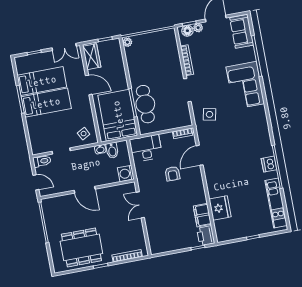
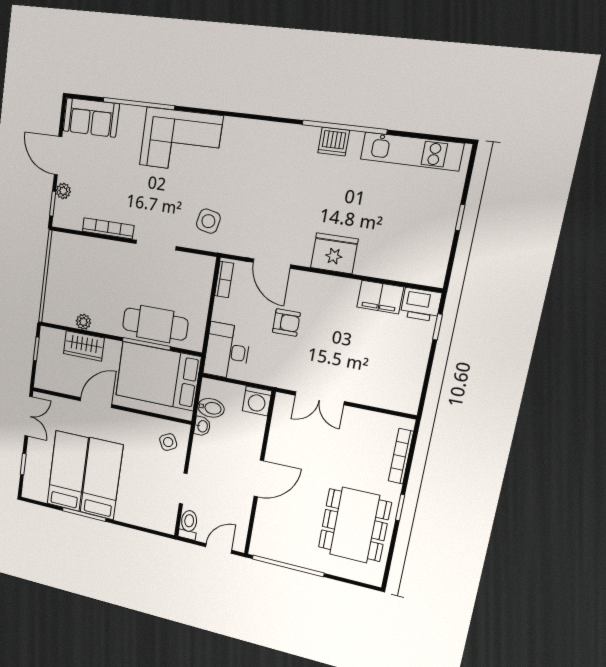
floor lamp: (187, 31) -> (63, 211), removed
plant: (127, 42) -> (83, 322), moved
wardrobe: (92, 57) -> (84, 346), moved, turned 180
fridge: (220, 208) -> (334, 253), moved

